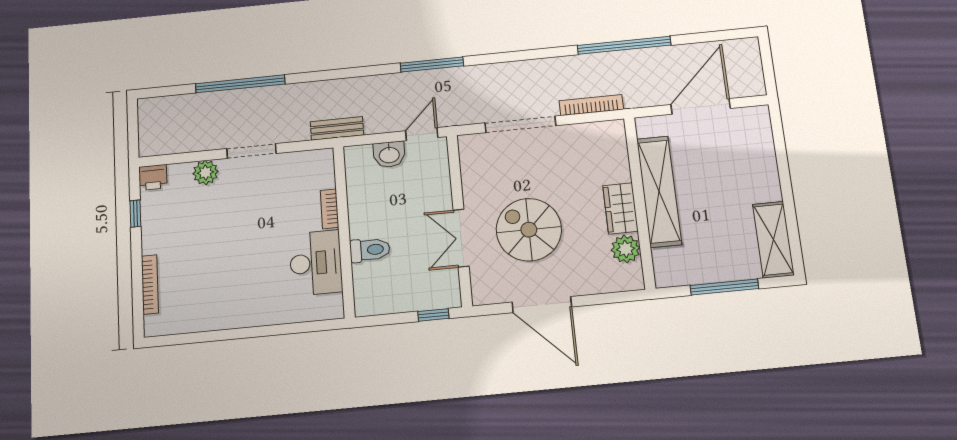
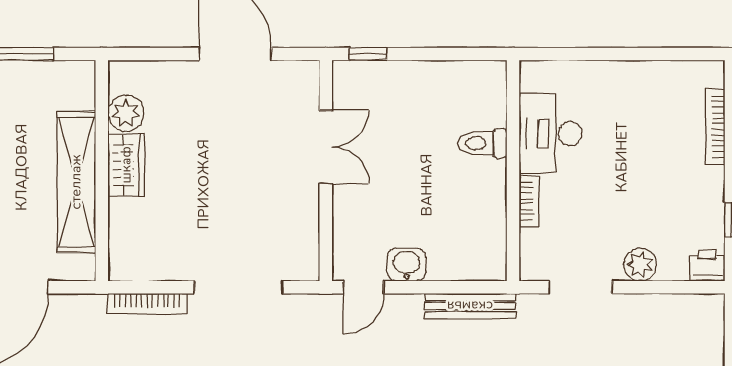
bench: (337, 128) -> (470, 306), width x1.36
bookcase: (329, 209) -> (529, 201), moved
spiral stairs: (529, 230) -> (241, 149), removed
wall: (344, 231) -> (513, 171), moved
toilet: (370, 250) -> (483, 143), moved
desk: (316, 263) -> (551, 133), moved

